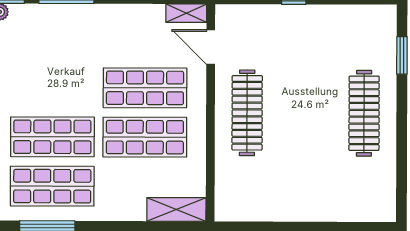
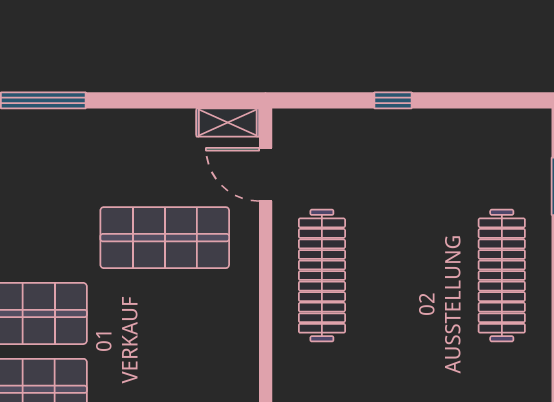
shop shelf: (145, 137) -> (165, 313), removed

